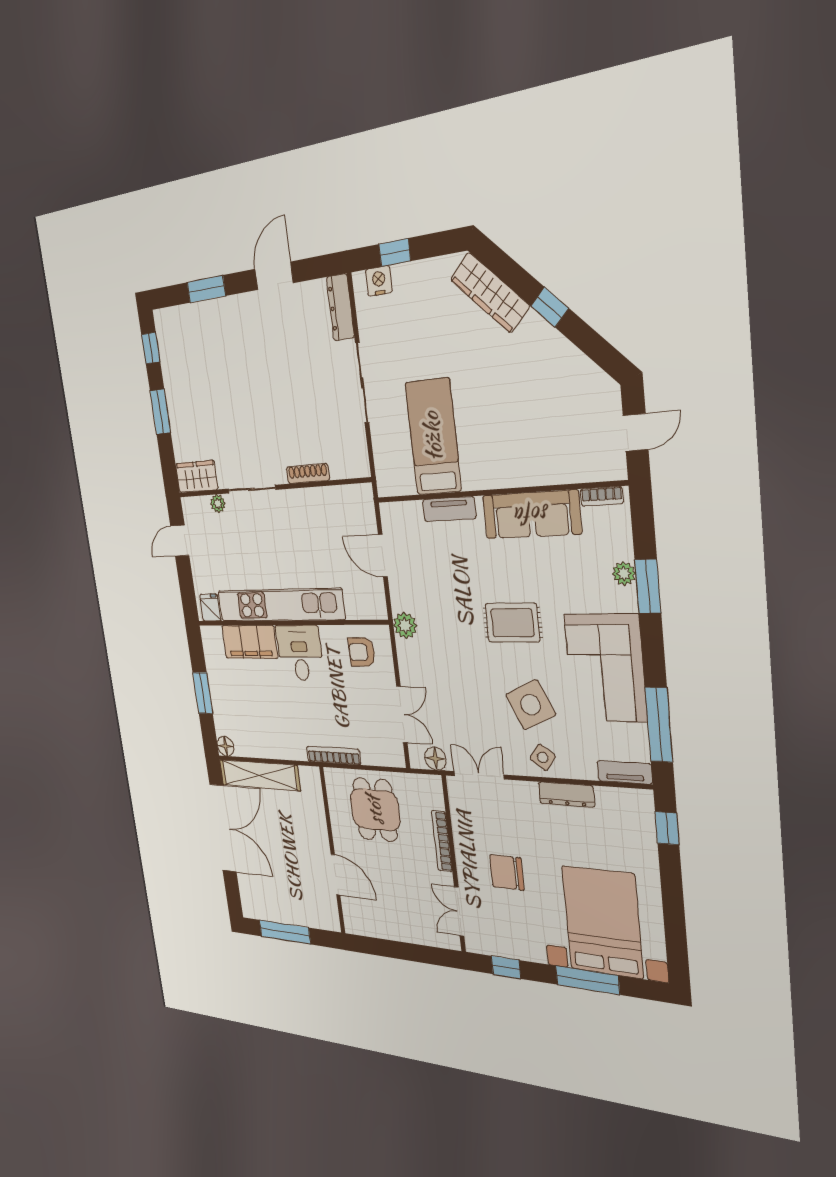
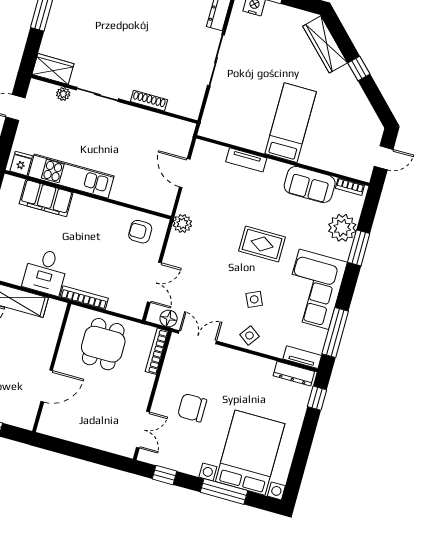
bed: (433, 437) -> (291, 123), moved
sofa: (532, 515) -> (310, 184), width x0.73
plant: (624, 574) -> (342, 228), width x1.88, depth x1.88
kitchen unit: (280, 605) -> (71, 176), width x0.73
desk: (300, 653) -> (45, 272), moved, turned 180
side table: (531, 705) -> (254, 299), width x0.54, depth x0.54
dresser: (566, 795) -> (294, 374), moved
bookcase: (442, 841) -> (157, 351), moved
door: (336, 875) -> (47, 386), hinge flipped
double door: (459, 911) -> (143, 430), swing flipped

